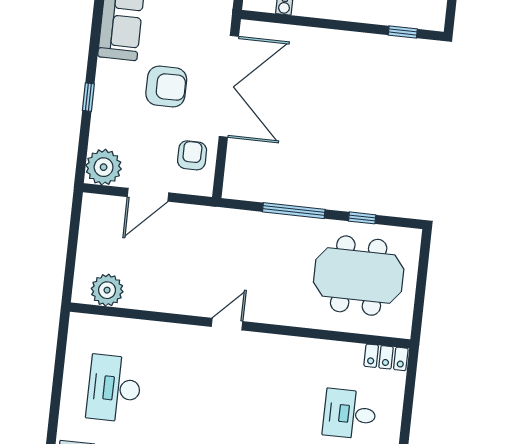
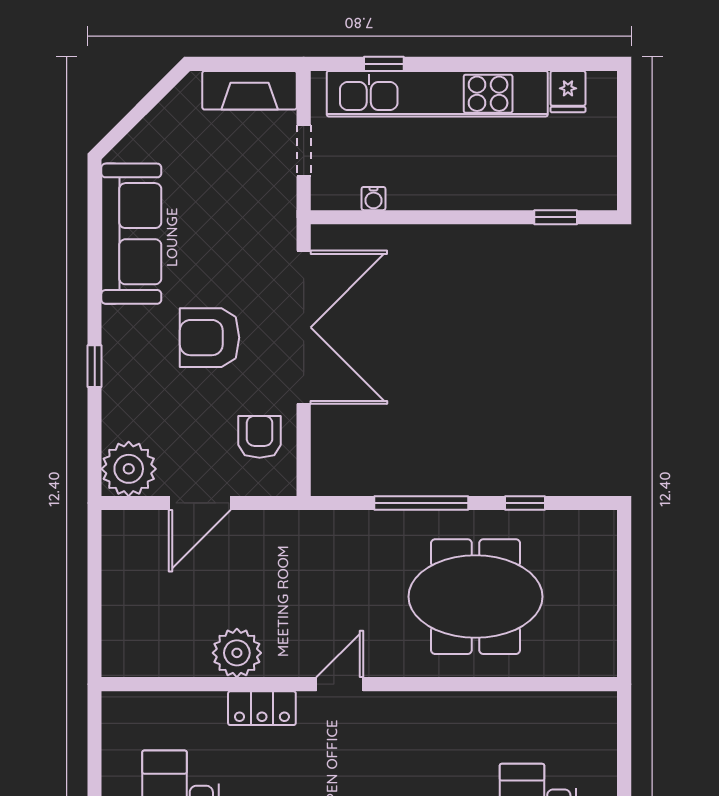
armchair: (166, 86) -> (210, 338), turned 180
meeting table: (359, 276) -> (476, 597), moved
plant: (107, 290) -> (237, 653), moved
locker: (386, 357) -> (262, 708), moved

